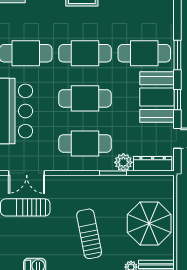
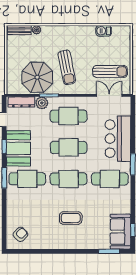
parasol: (149, 223) -> (37, 77), moved
sun lounger: (89, 234) -> (67, 67), moved

